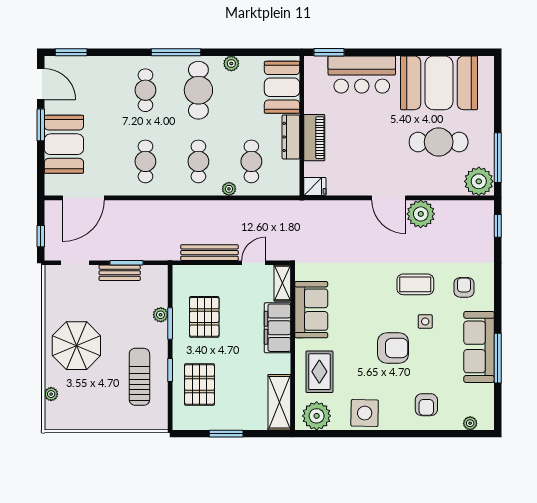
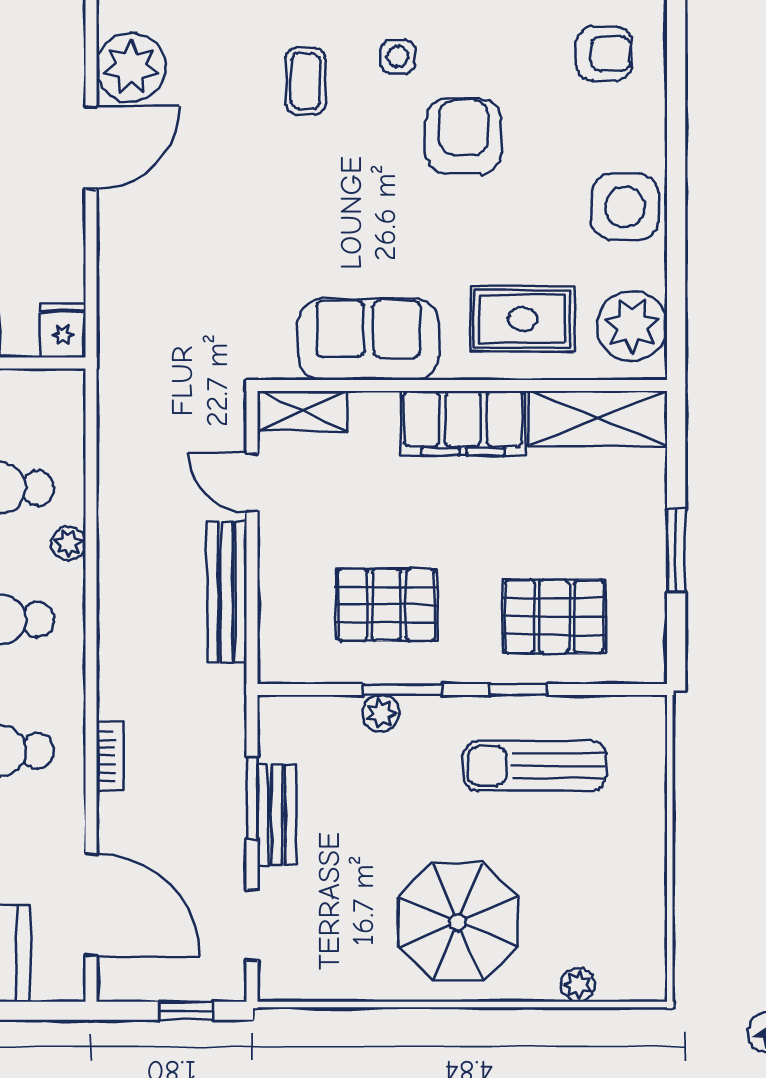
bookcase: (143, 206) -> (110, 756), added
coffee table: (415, 284) -> (306, 81), width x0.73, depth x0.77
filing cabinet: (277, 328) -> (463, 423), moved

